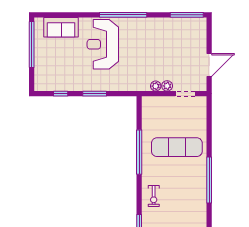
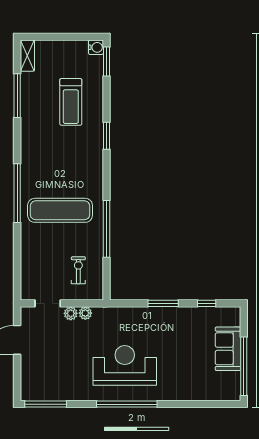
sofa: (61, 27) -> (228, 349), moved, turned -90
reception desk: (103, 44) -> (125, 365), moved, turned -90
exercise mat: (177, 147) -> (60, 210), moved
exercise bike: (154, 196) -> (78, 270), moved

